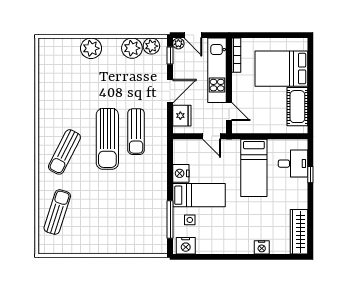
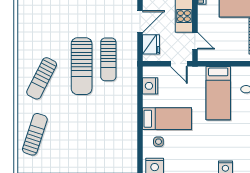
nightstand: (181, 173) -> (150, 86), moved
window: (170, 220) -> (140, 141), removed

